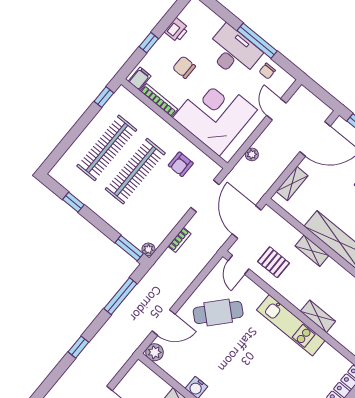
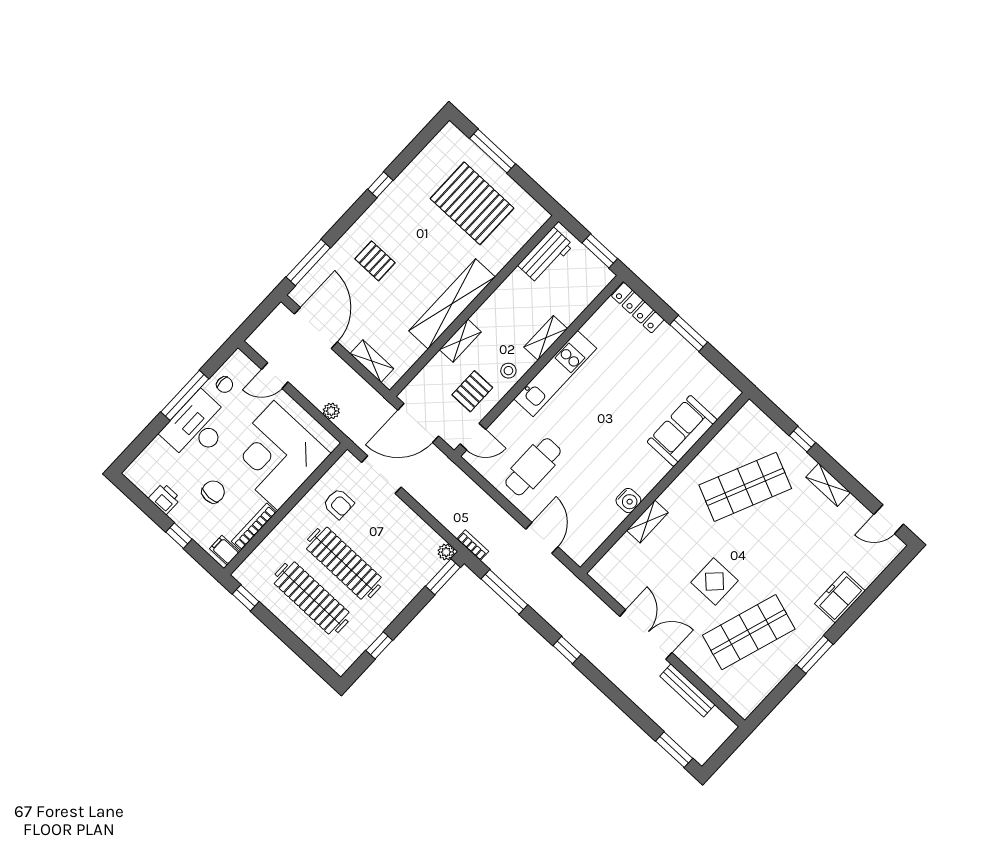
chair: (184, 67) -> (213, 492), turned 180
bookcase: (179, 240) -> (473, 545), moved
stool: (291, 289) -> (508, 371), added
cafe table: (218, 312) -> (533, 467), turned 48
plant: (155, 352) -> (580, 552), removed

